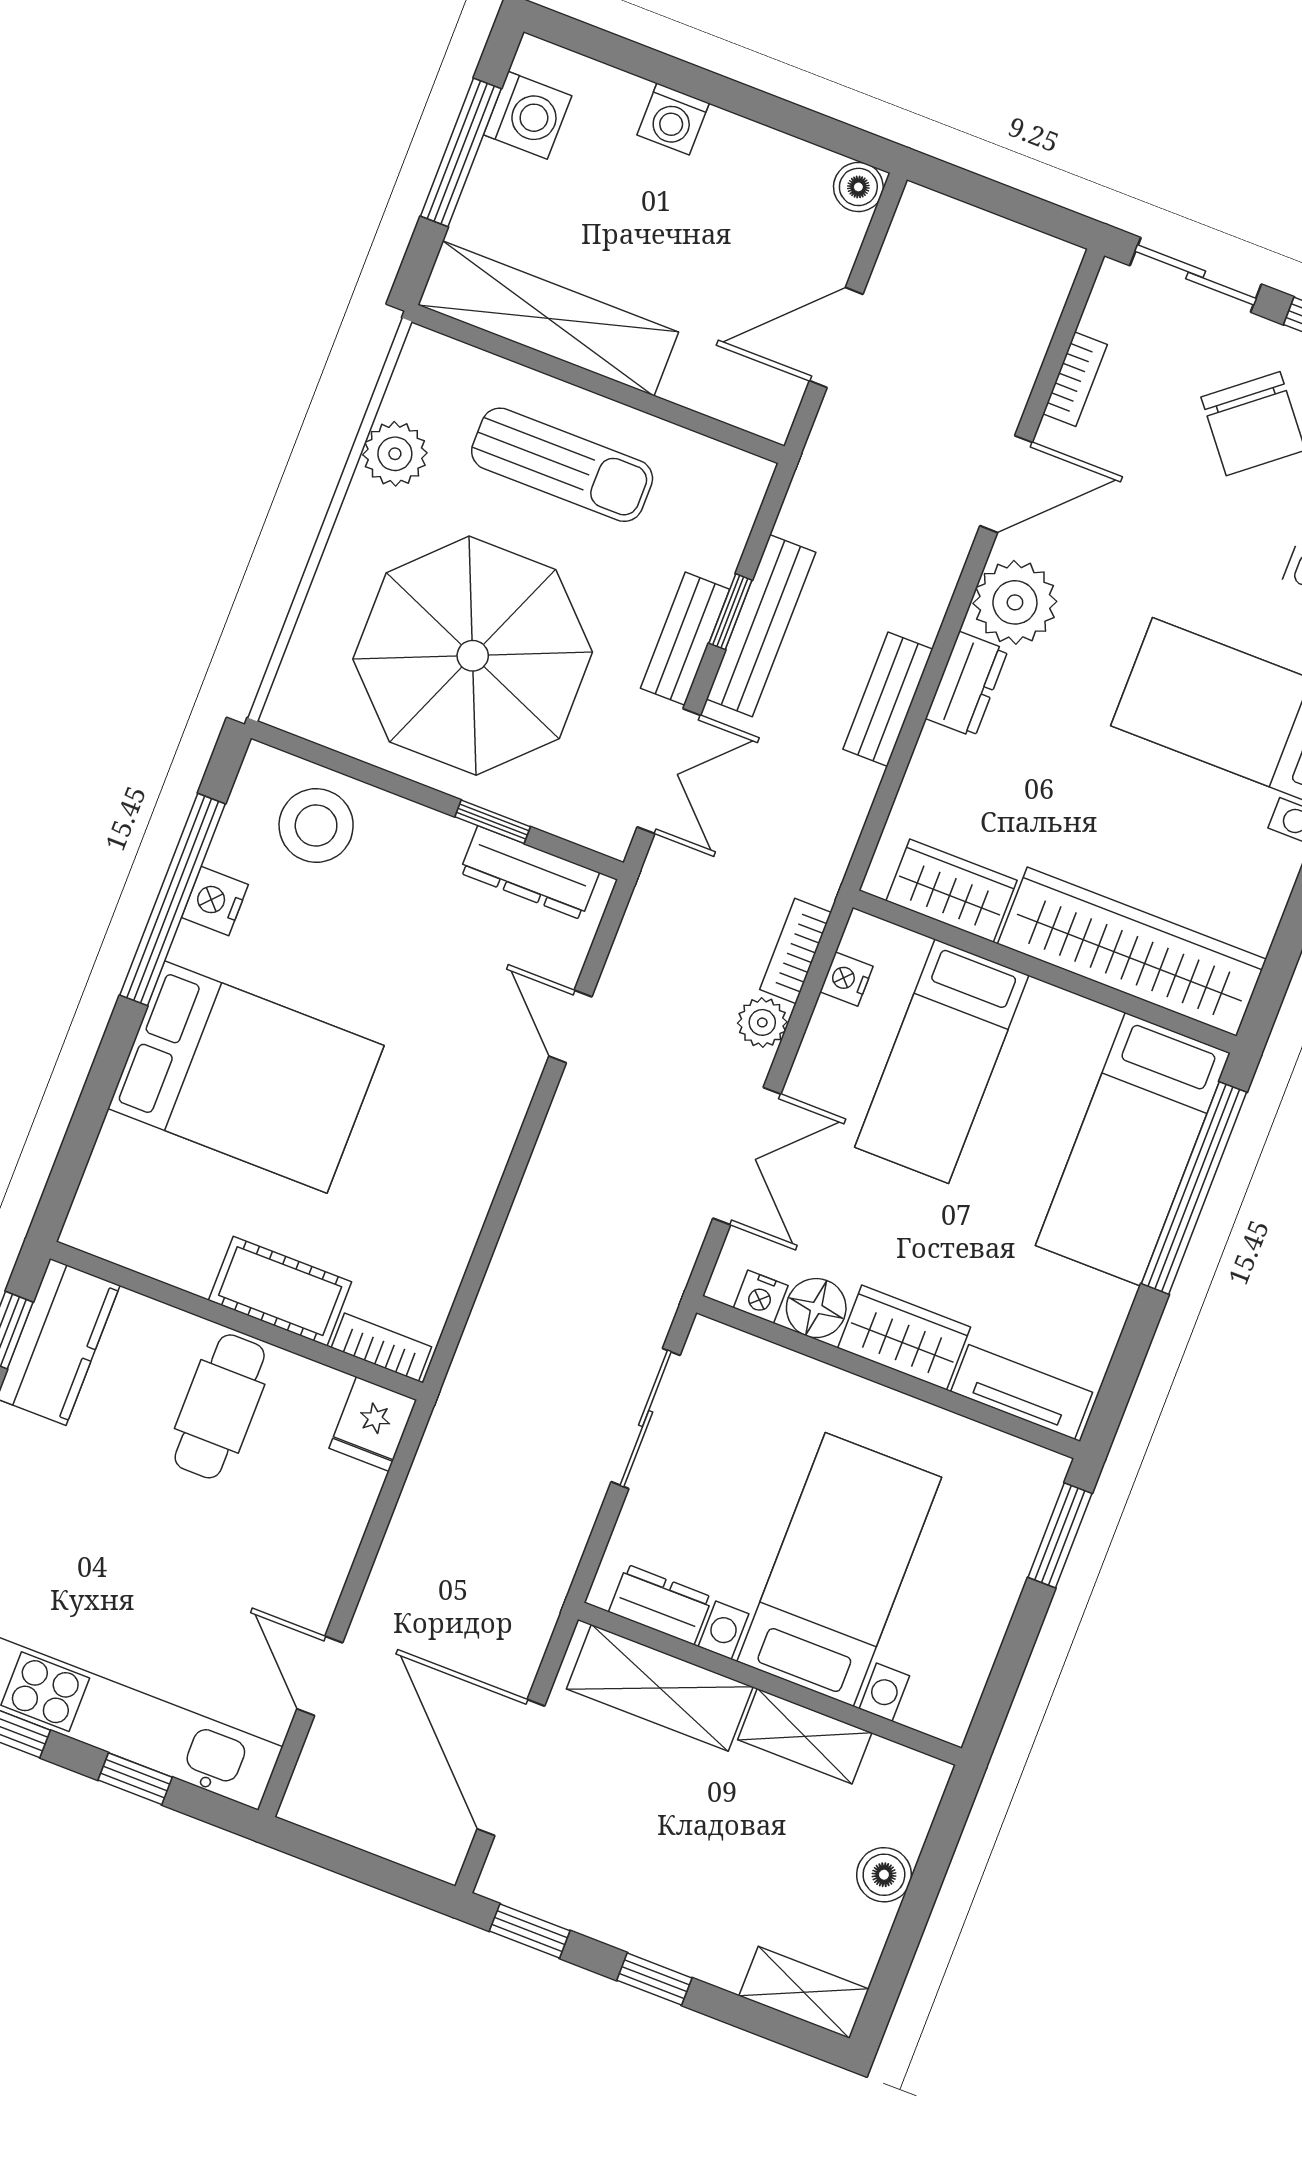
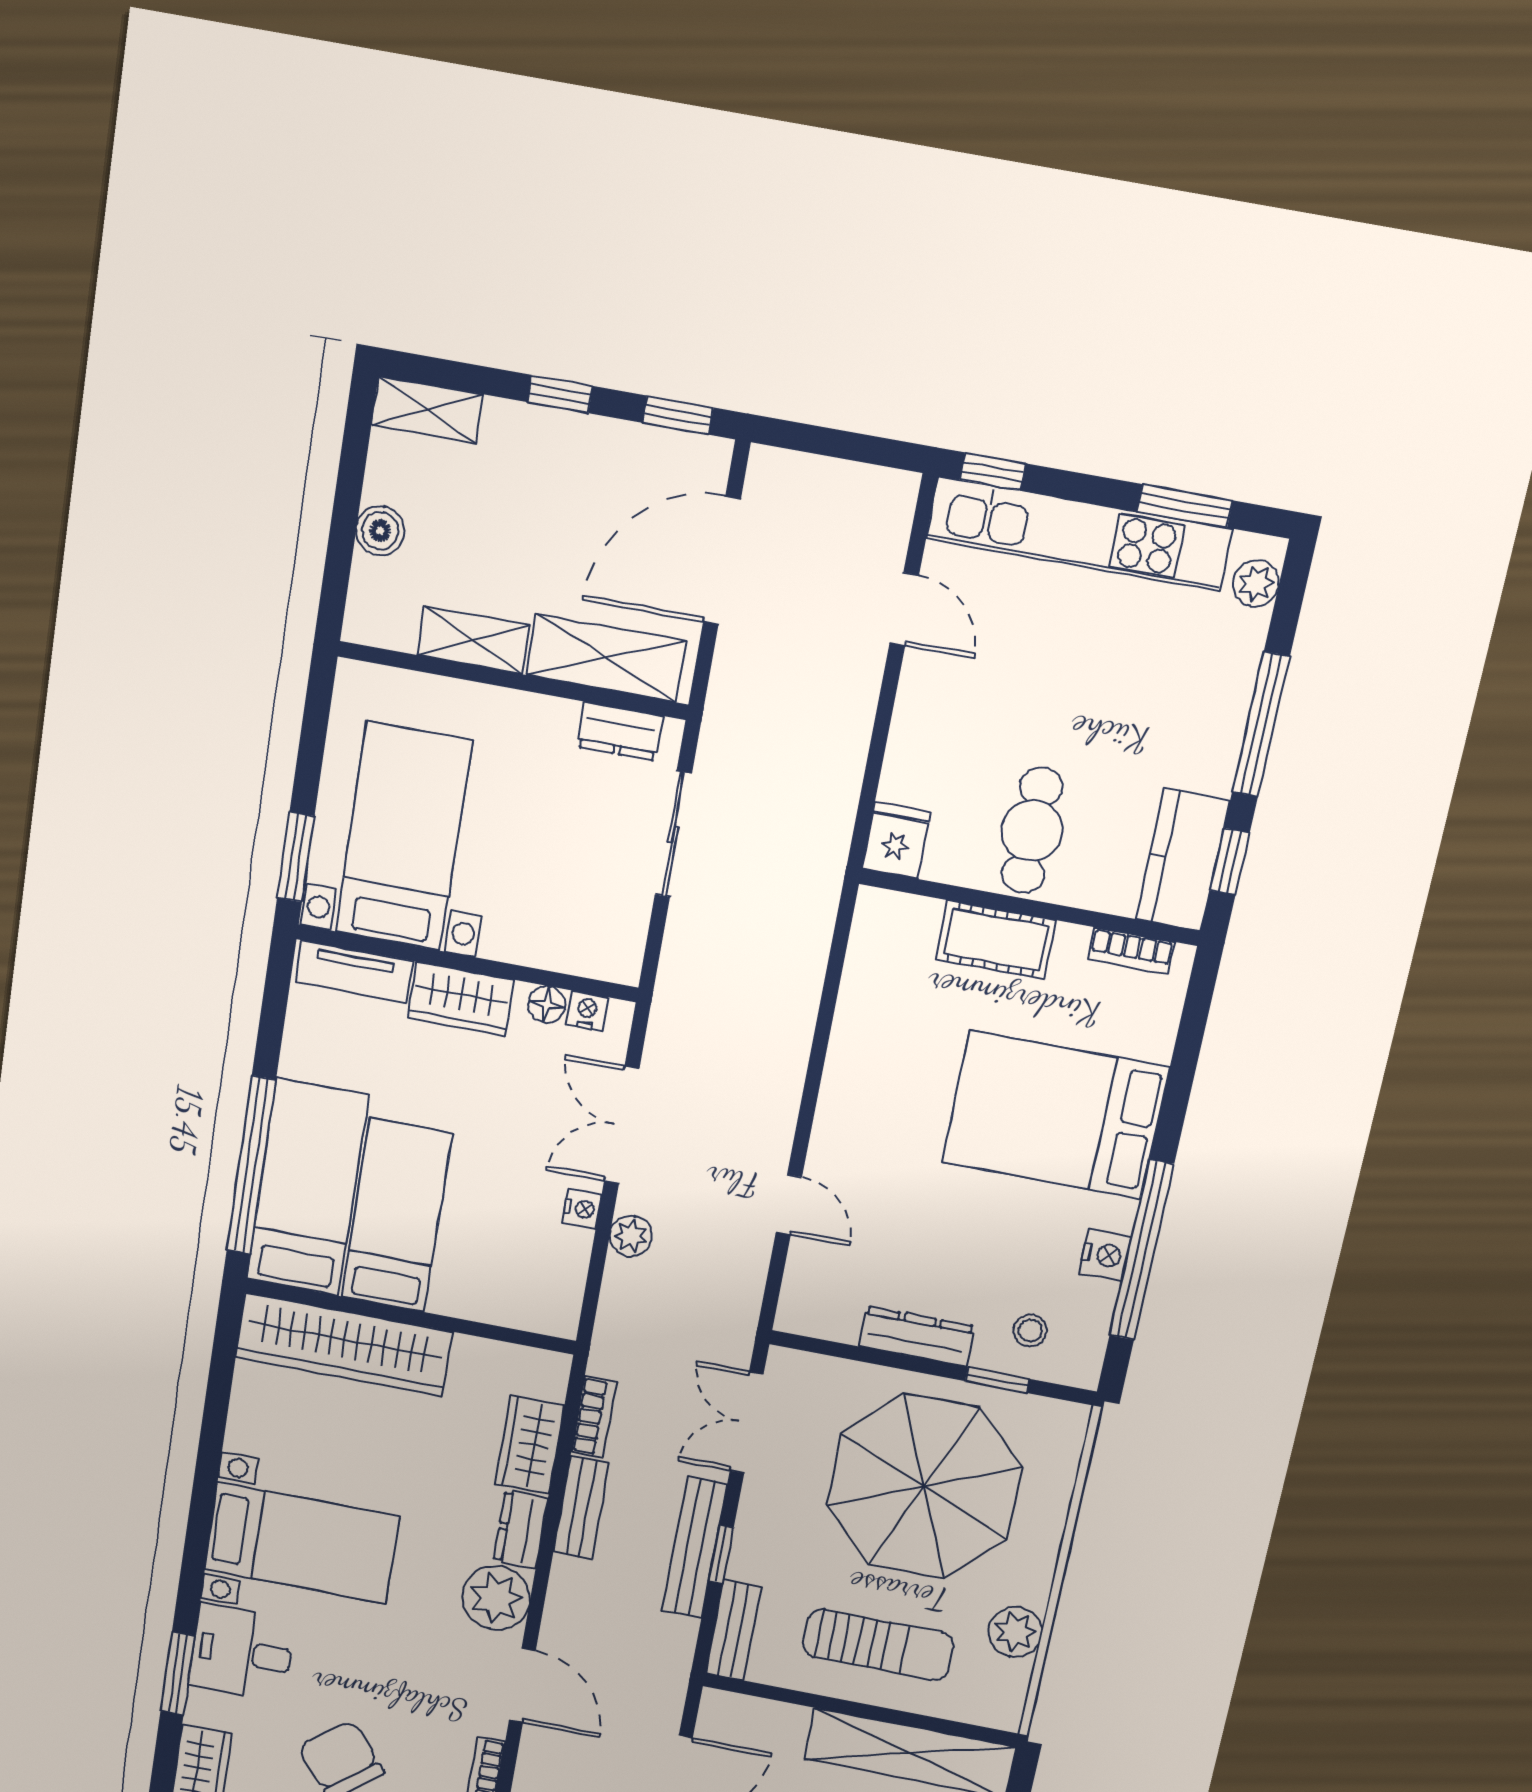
sun lounger: (562, 465) -> (878, 1645), turned 180
door: (1006, 484) -> (522, 1686), swing flipped
bench: (685, 639) -> (733, 1630), moved
window: (493, 822) -> (997, 1380), moved
stool: (316, 825) -> (1030, 1331), width x0.53, depth x0.53
dresser: (529, 873) -> (917, 1336), moved
wardrobe: (951, 891) -> (530, 1445), moved, turned 90
bookcase: (796, 951) -> (594, 1417), moved
nightstand: (846, 979) -> (582, 1209), moved
bed: (942, 1061) -> (397, 1215), moved
floor lamp: (816, 1308) -> (547, 1004), width x0.73, depth x0.73
bookcase: (381, 1347) -> (1131, 951), moved
sliding door: (646, 1419) -> (673, 834), moved
bed with nightstands: (839, 1569) -> (404, 837), moved, turned 180
door: (511, 1768) -> (722, 561), swing flipped
window: (135, 1779) -> (993, 472), moved

